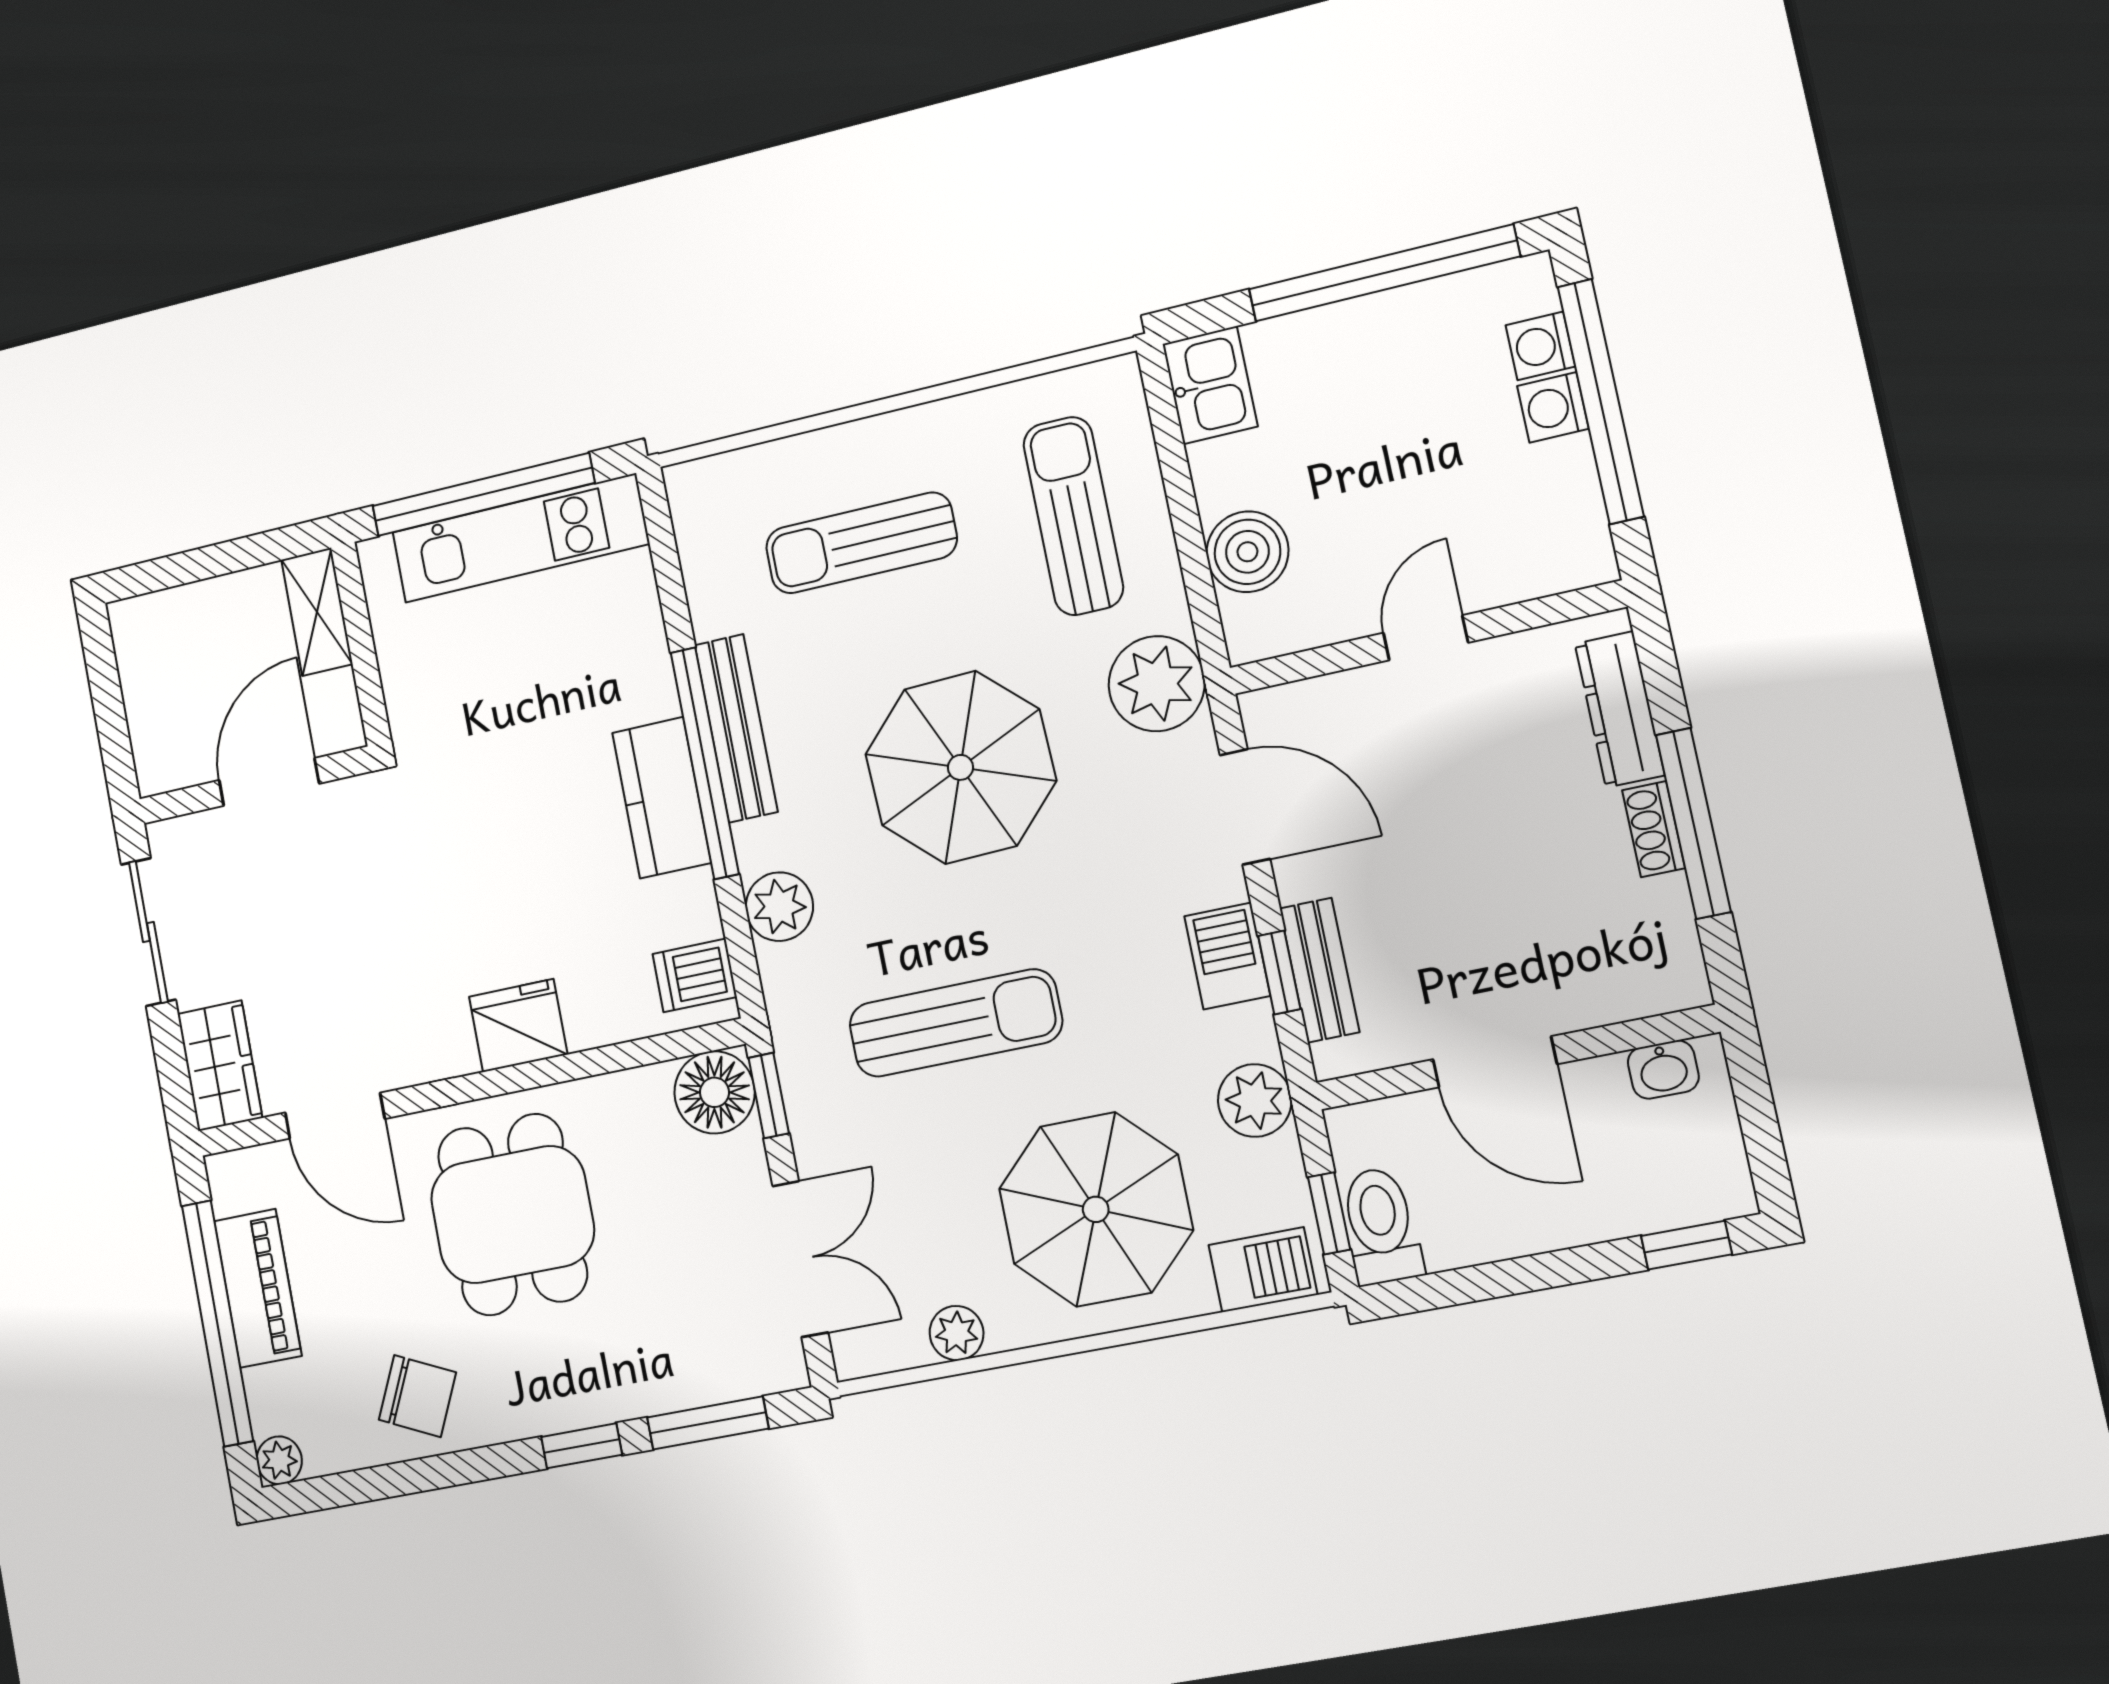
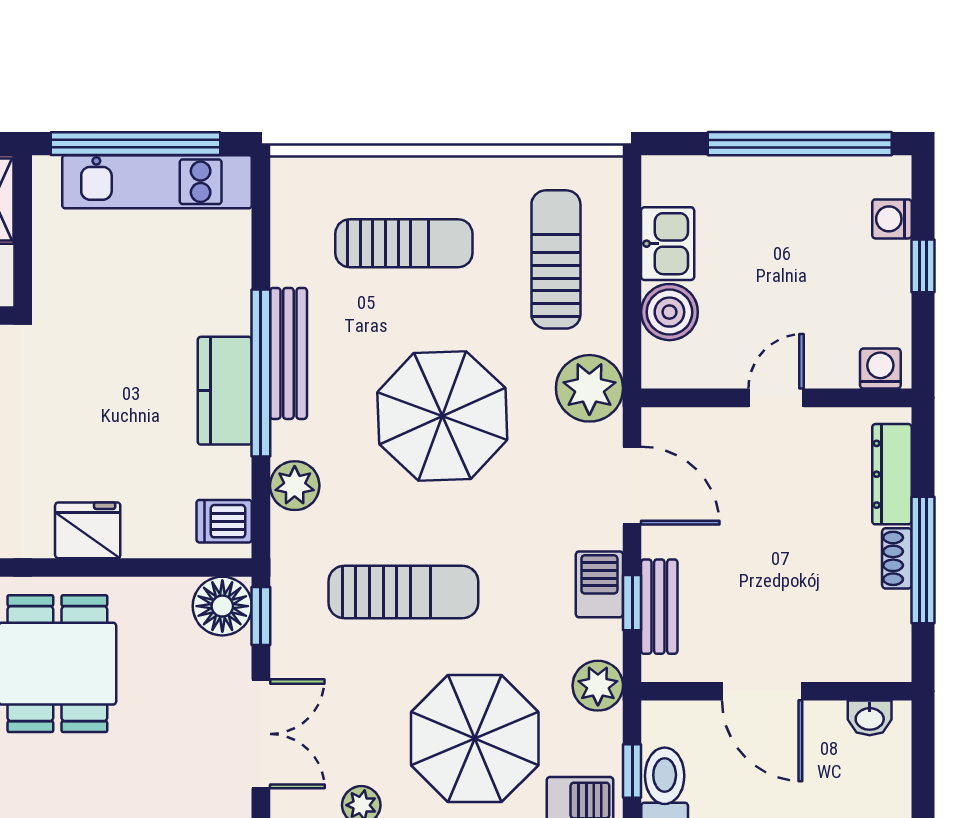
kitchen sink: (1210, 385) -> (668, 244), moved
window: (1601, 401) -> (923, 266), width x0.32
washing machine: (1553, 407) -> (880, 369), moved, turned 90
sun lounger: (861, 543) -> (404, 243), turned 180

